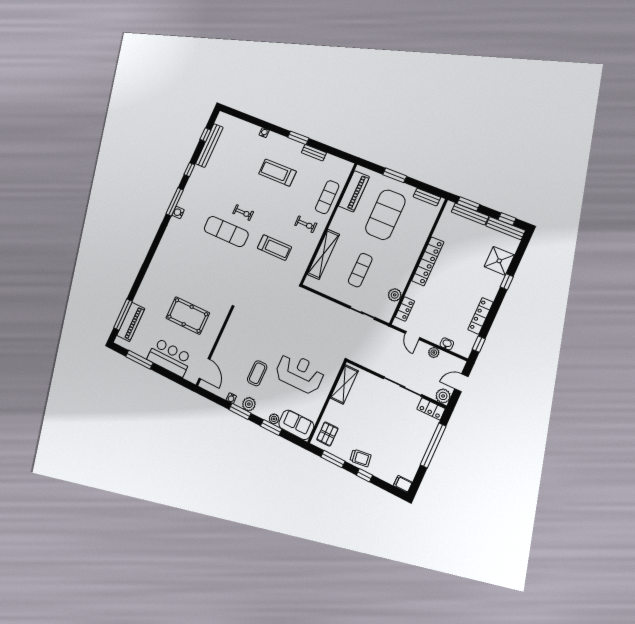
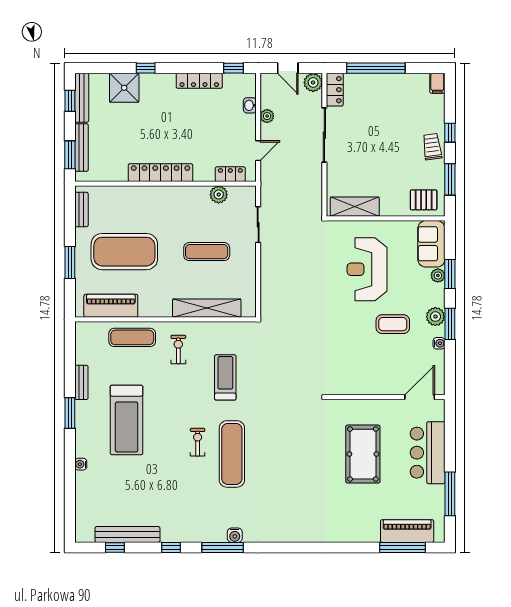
treadmill: (277, 173) -> (127, 420), width x1.37, depth x1.38

